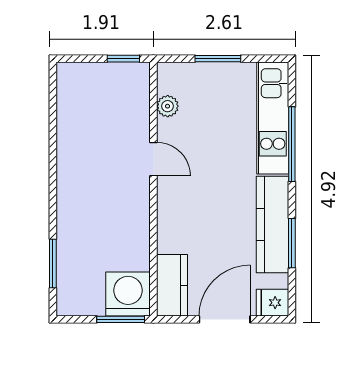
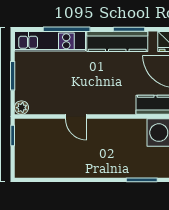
plant: (168, 106) -> (22, 108), moved
door: (153, 159) -> (76, 117), swing flipped

